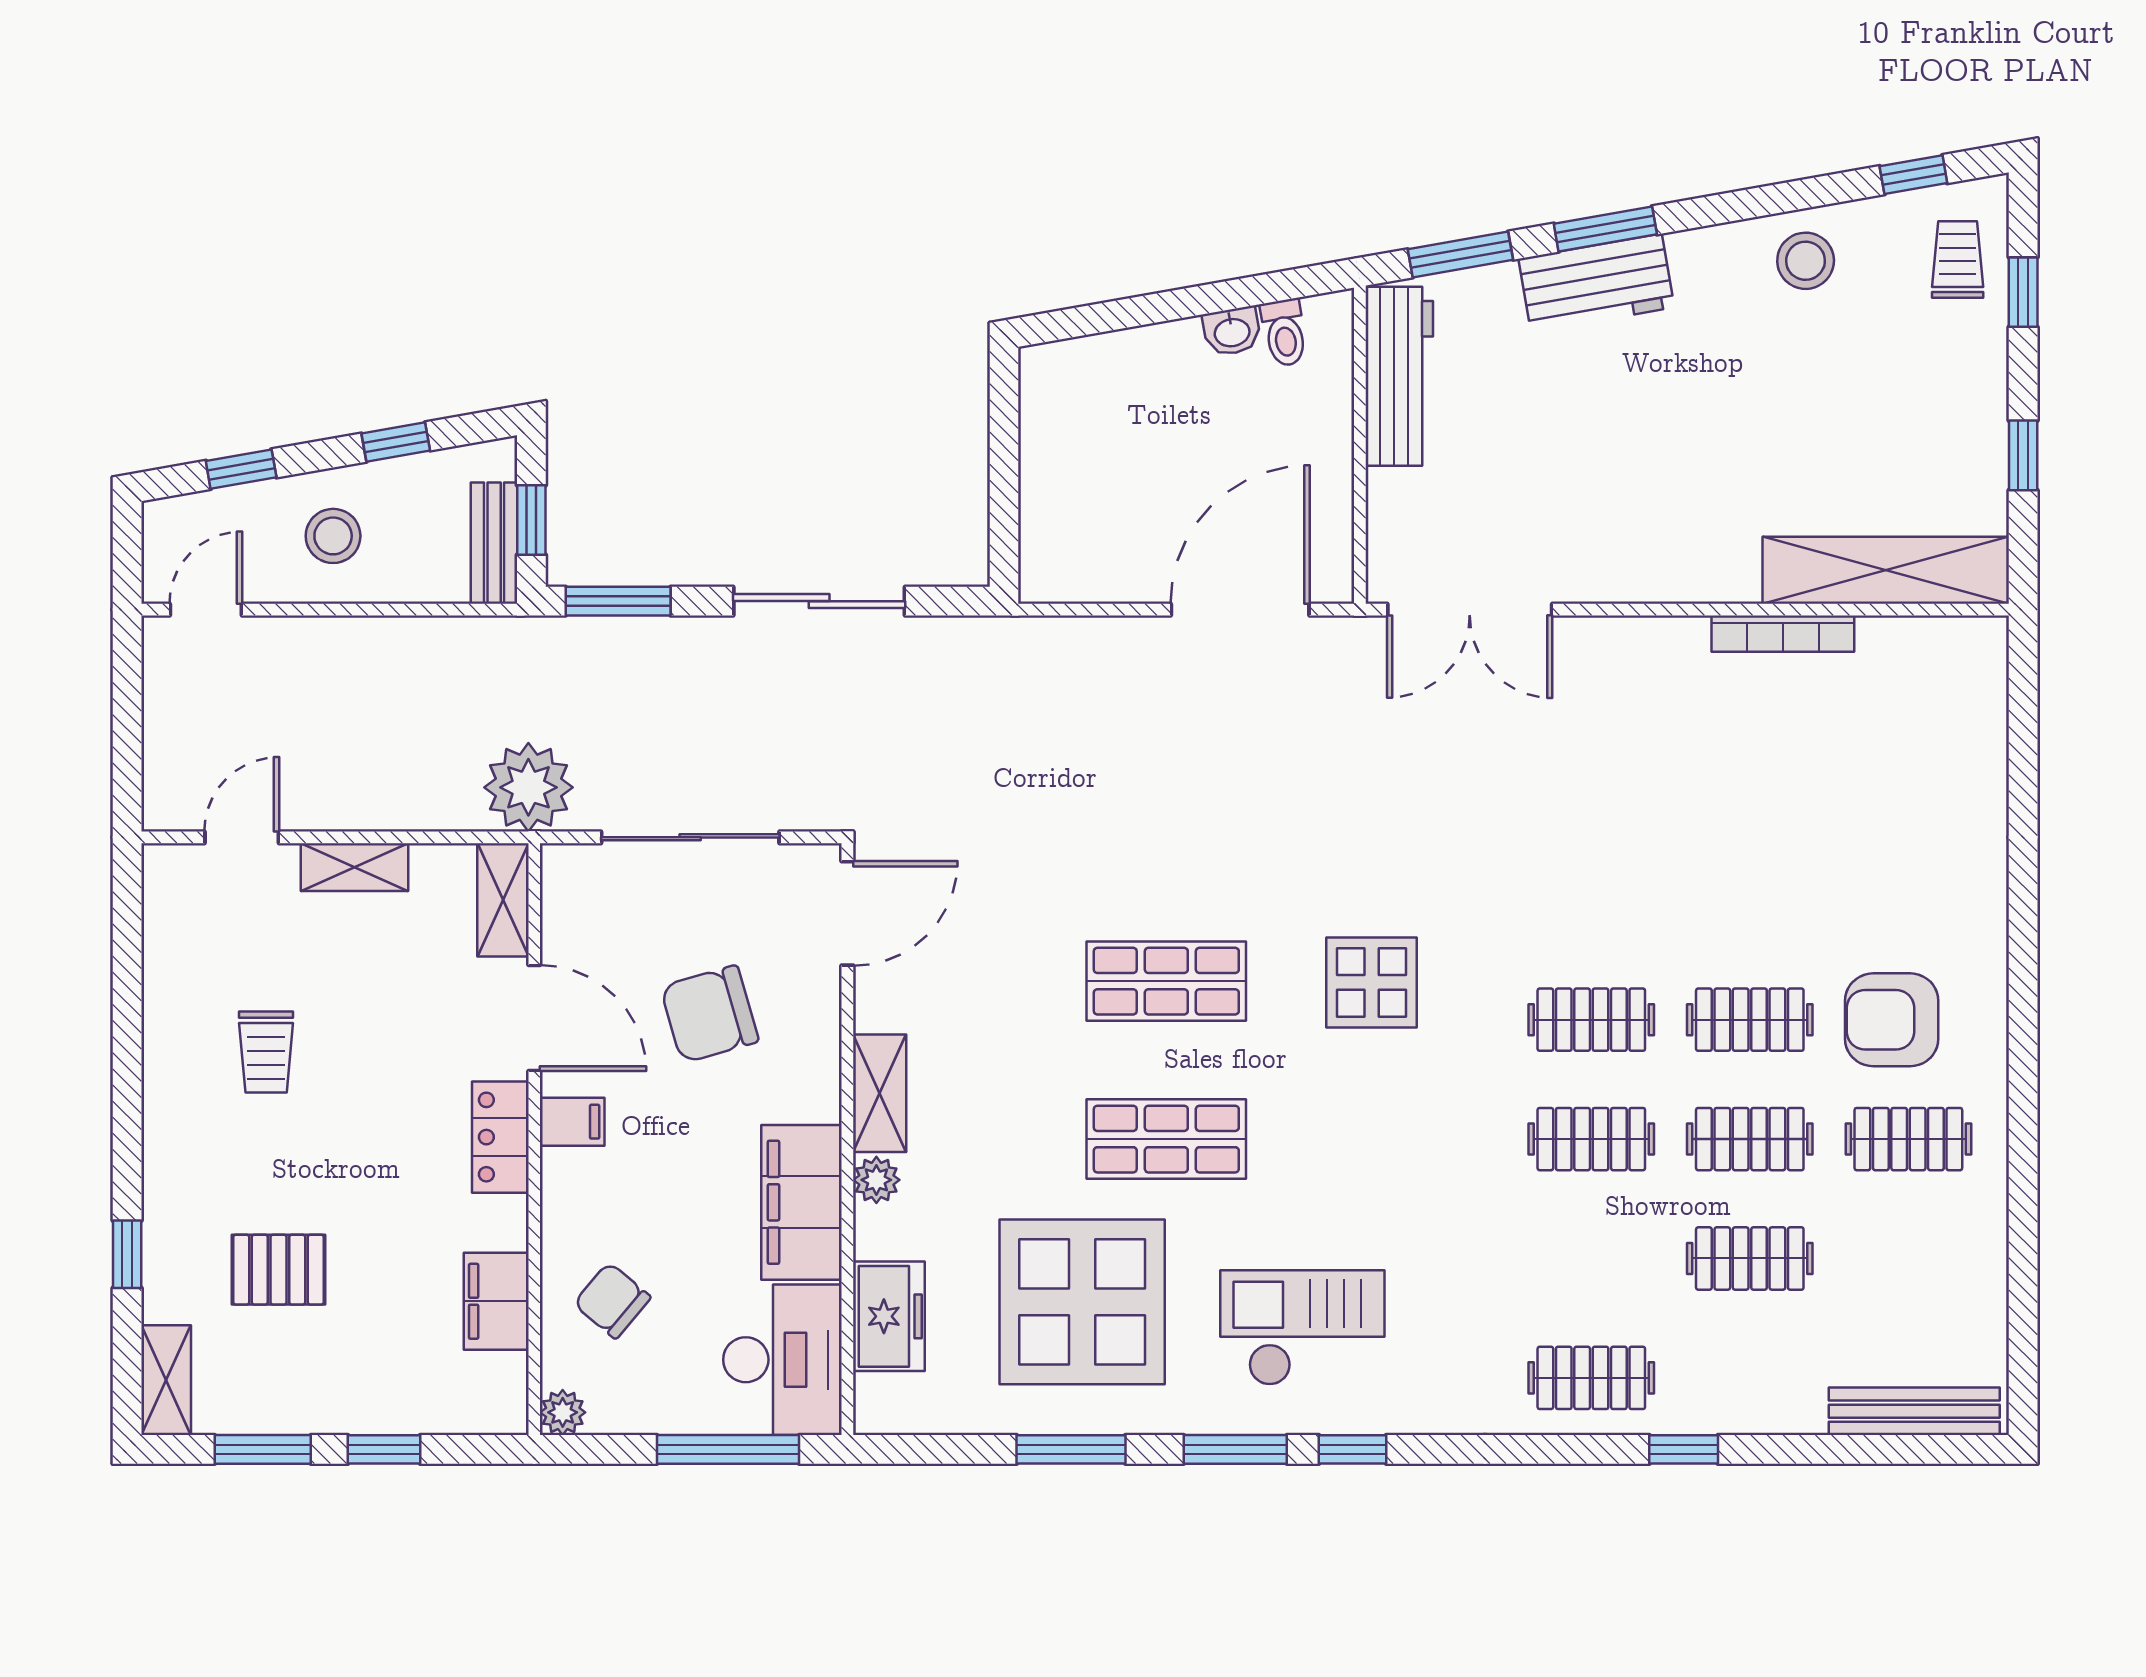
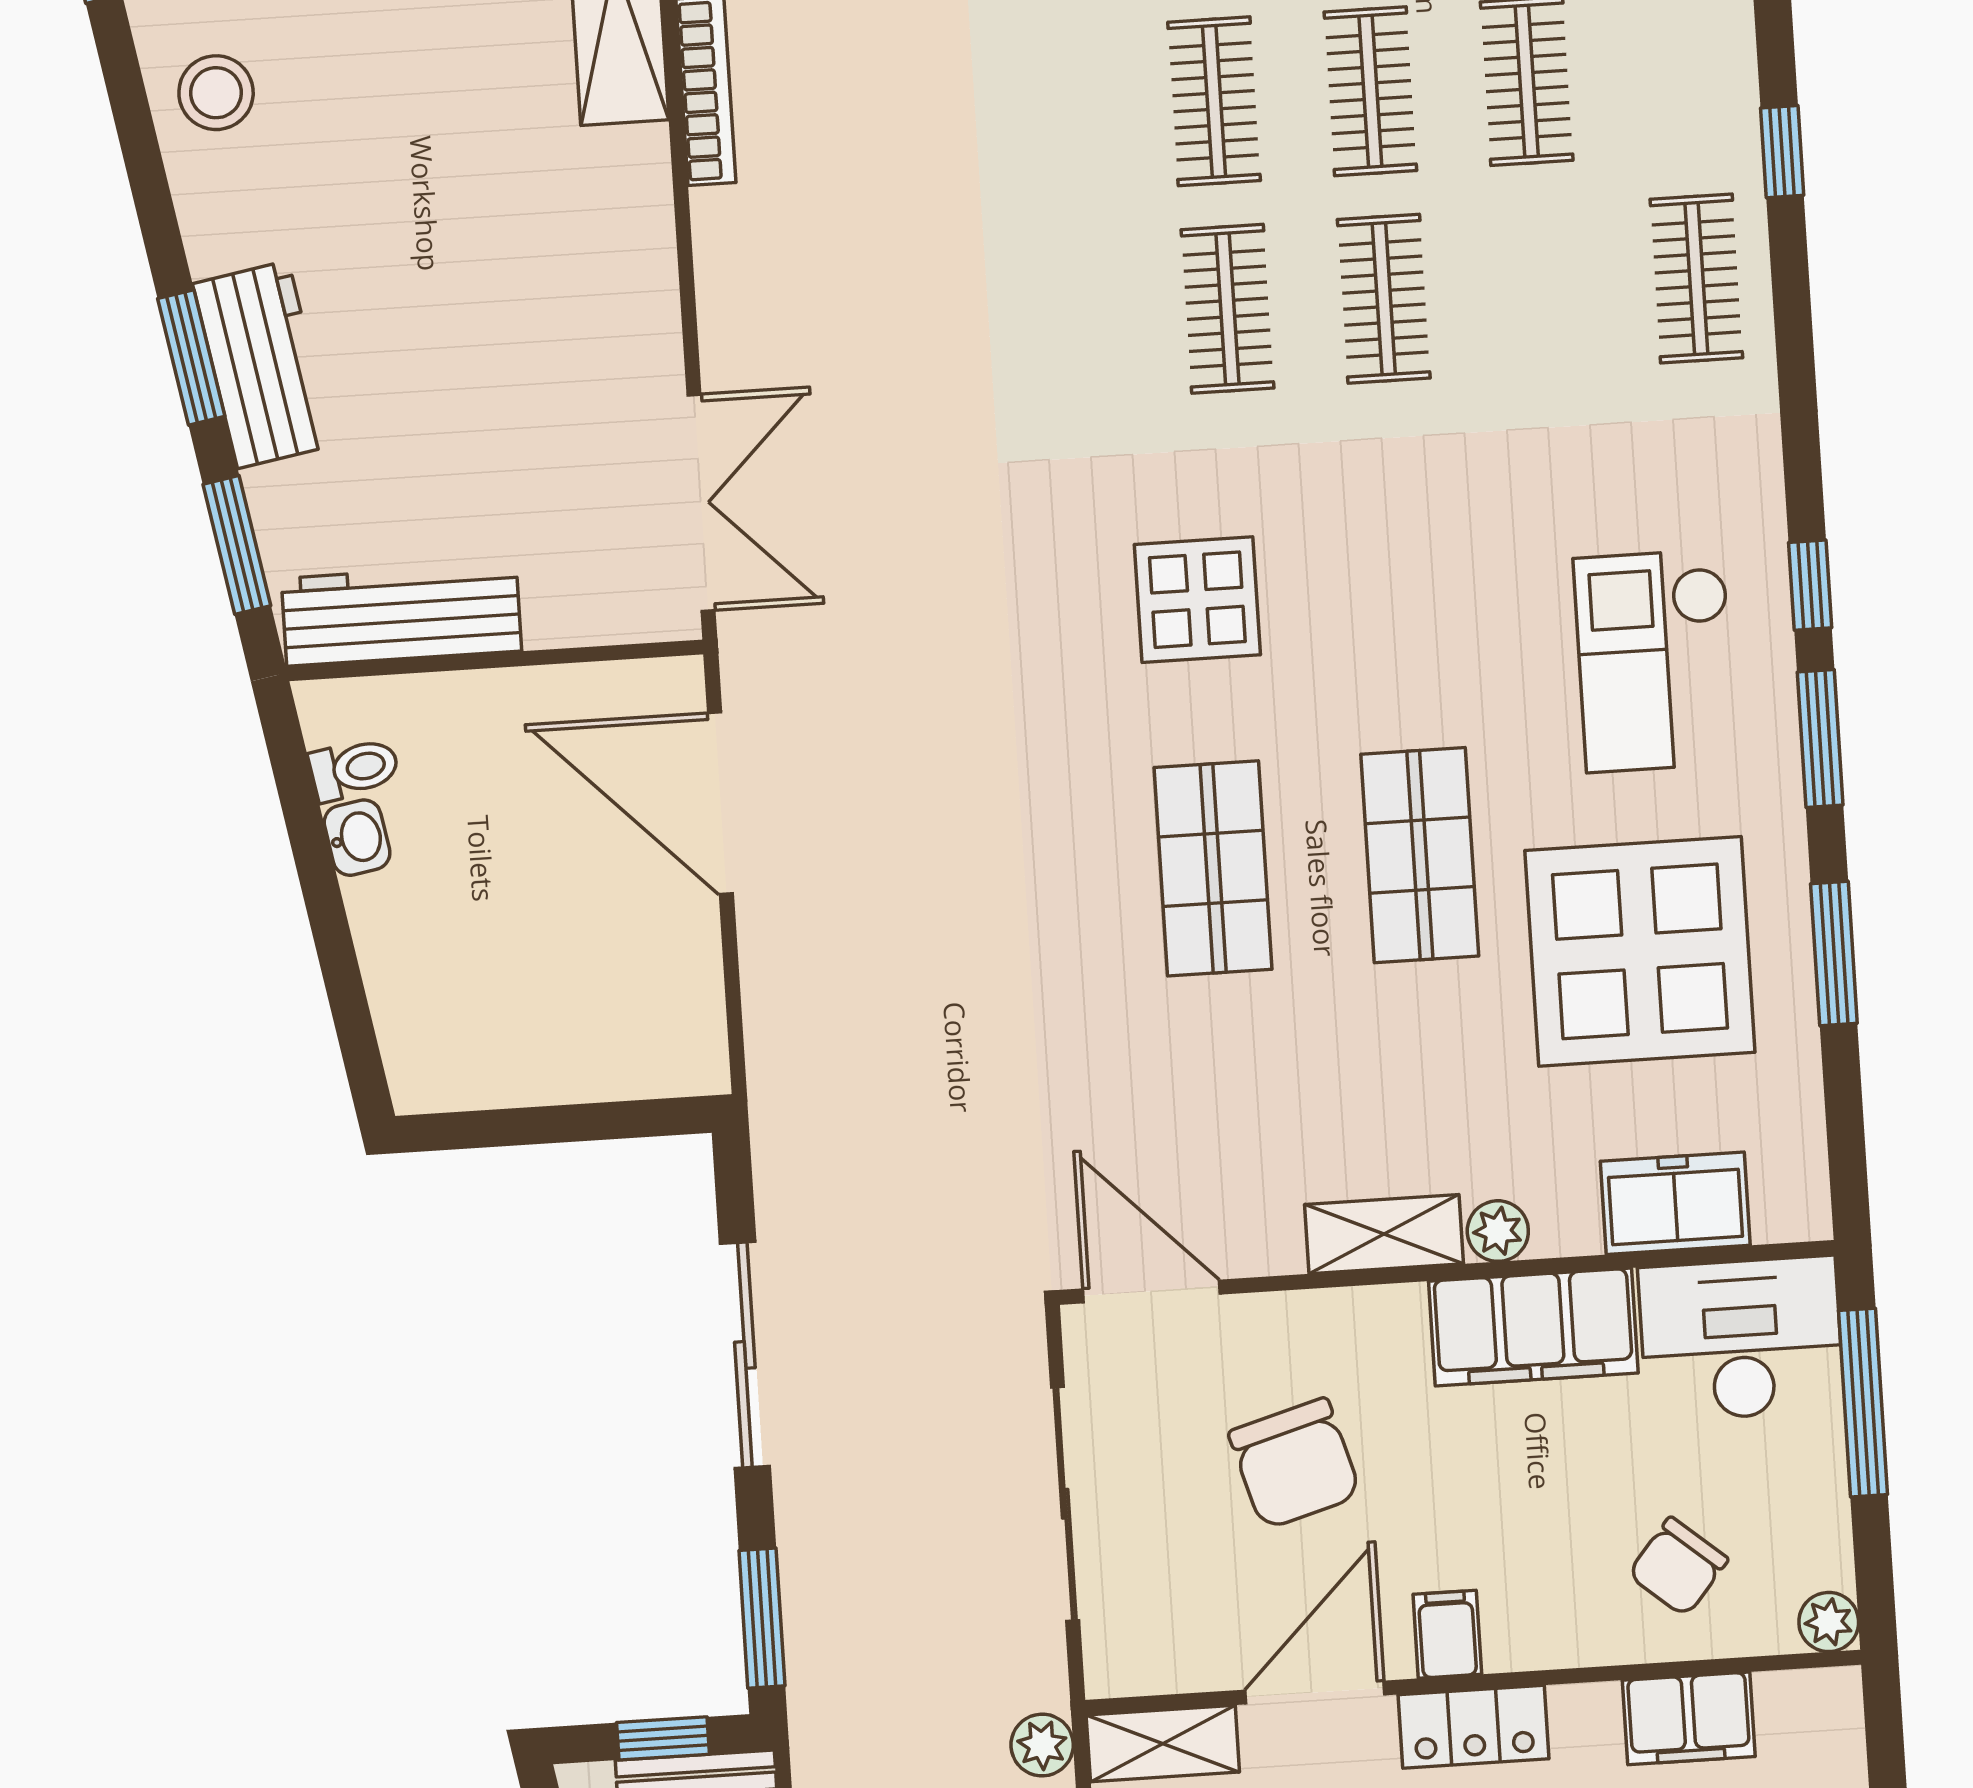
plant: (528, 787) -> (1042, 1745), width x0.53, depth x0.53

